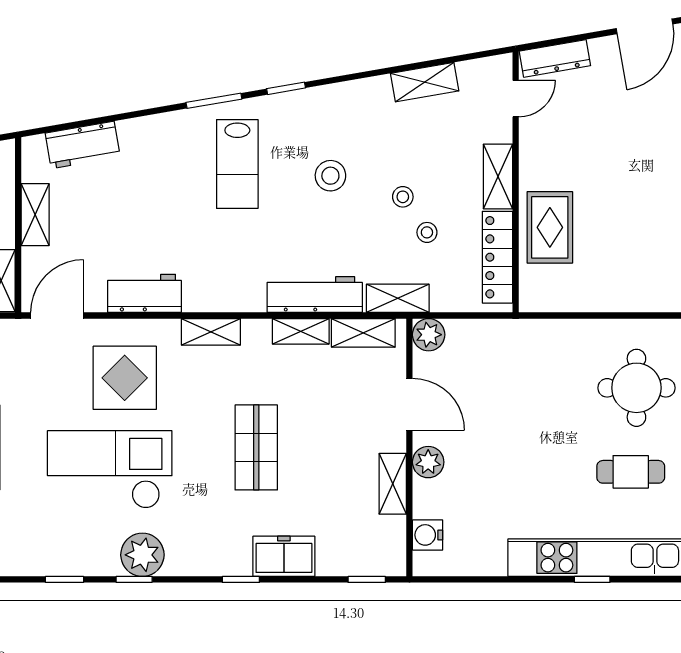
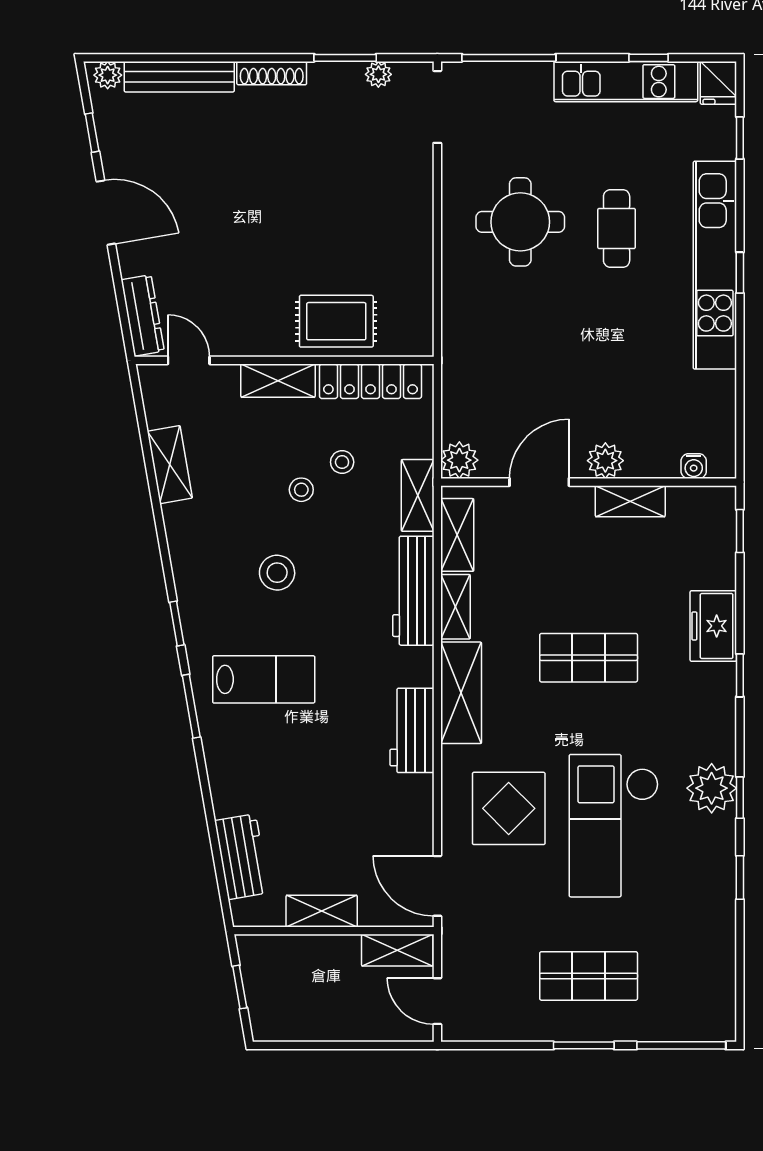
workbench: (144, 293) -> (412, 730), moved
shelving: (211, 332) -> (461, 693), width x1.50, depth x1.33
water cooler: (428, 535) -> (694, 466), width x0.72, depth x0.72

